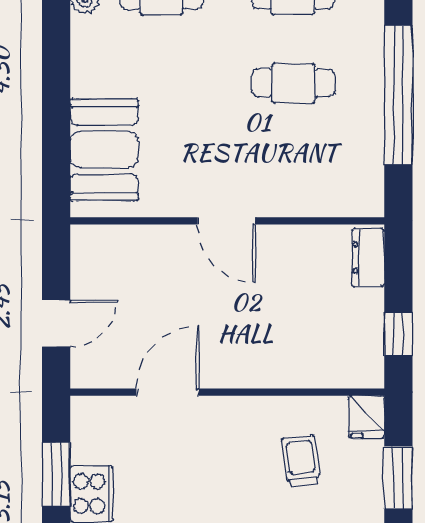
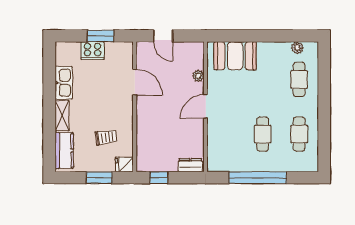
plant: (153, 238) -> (198, 76), added

